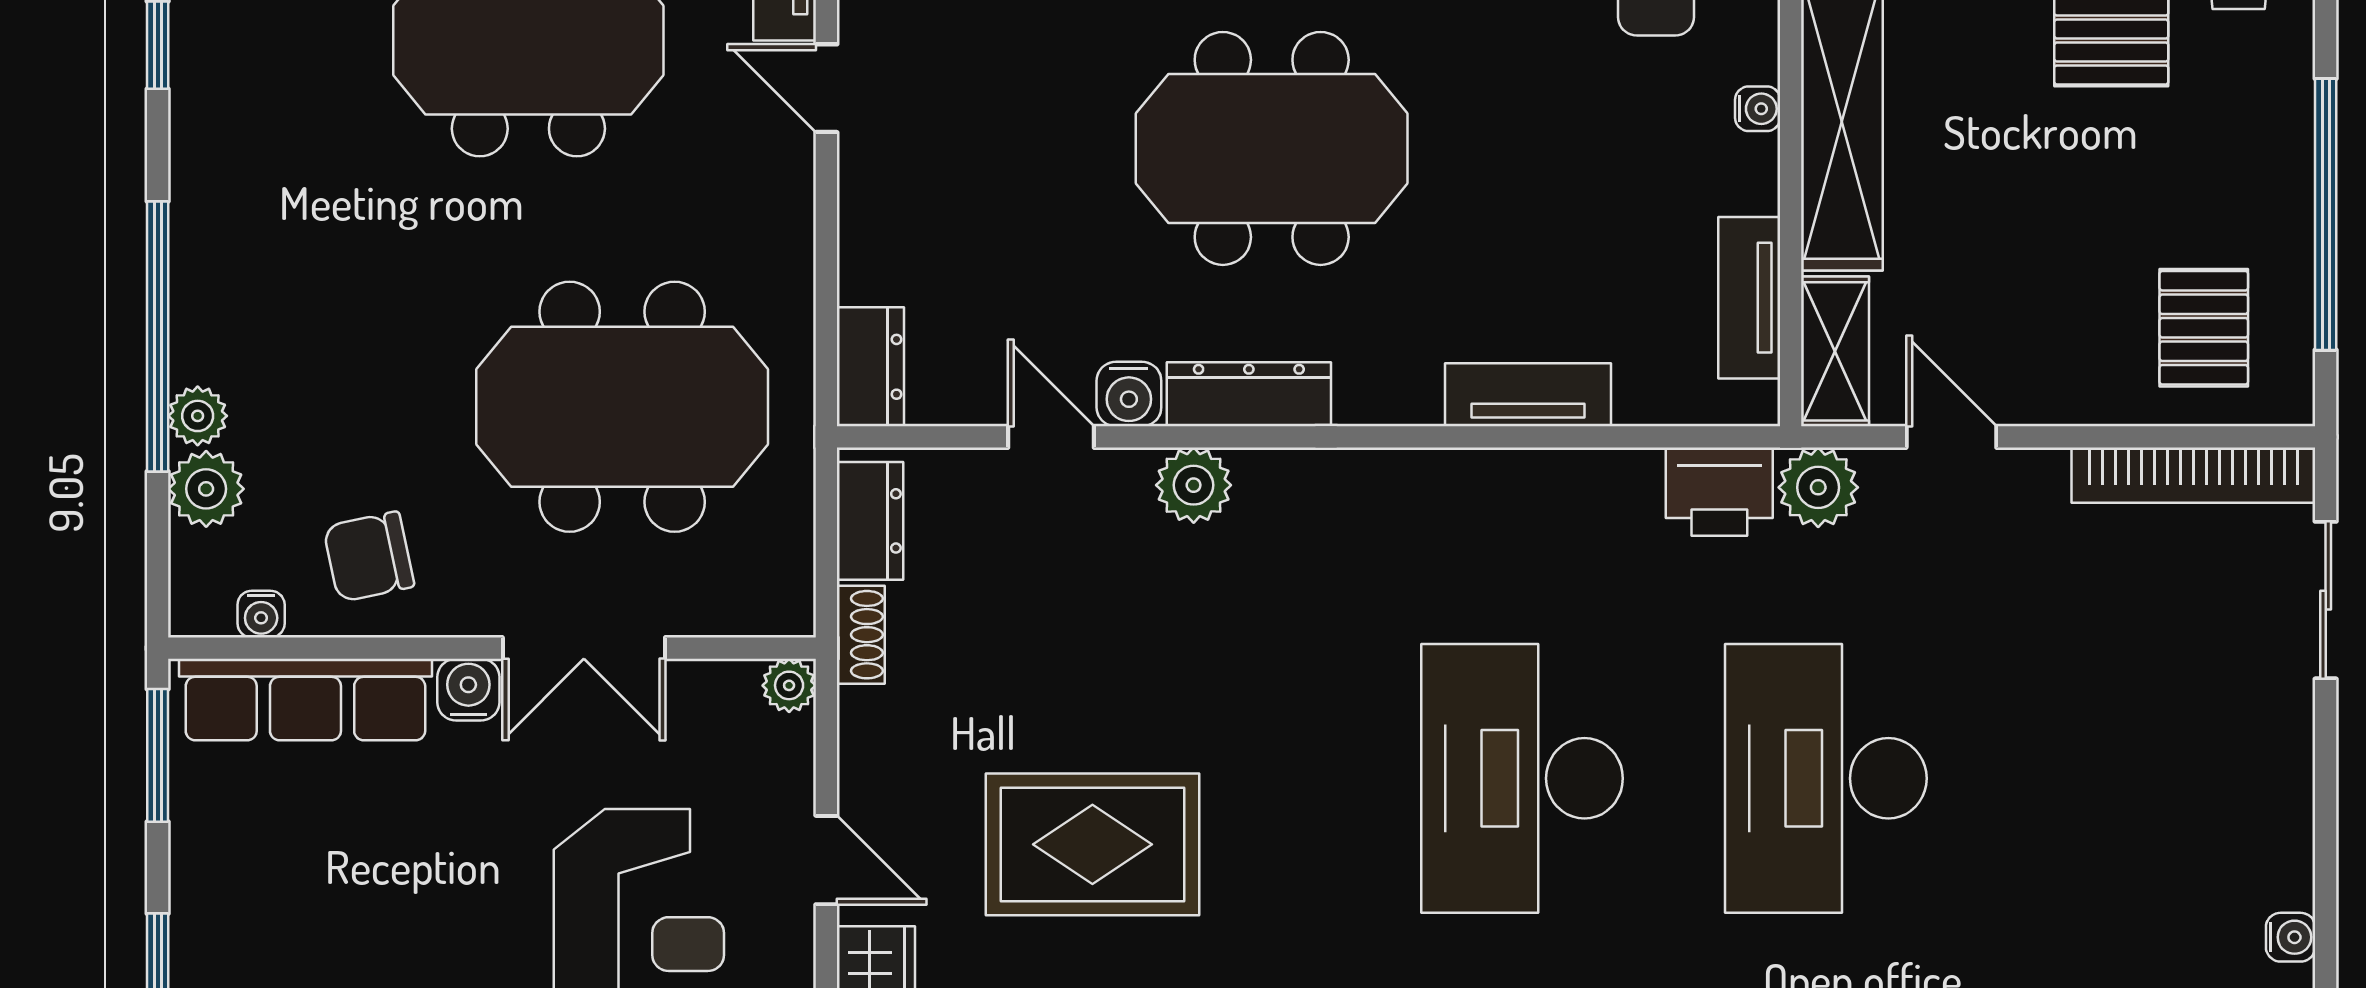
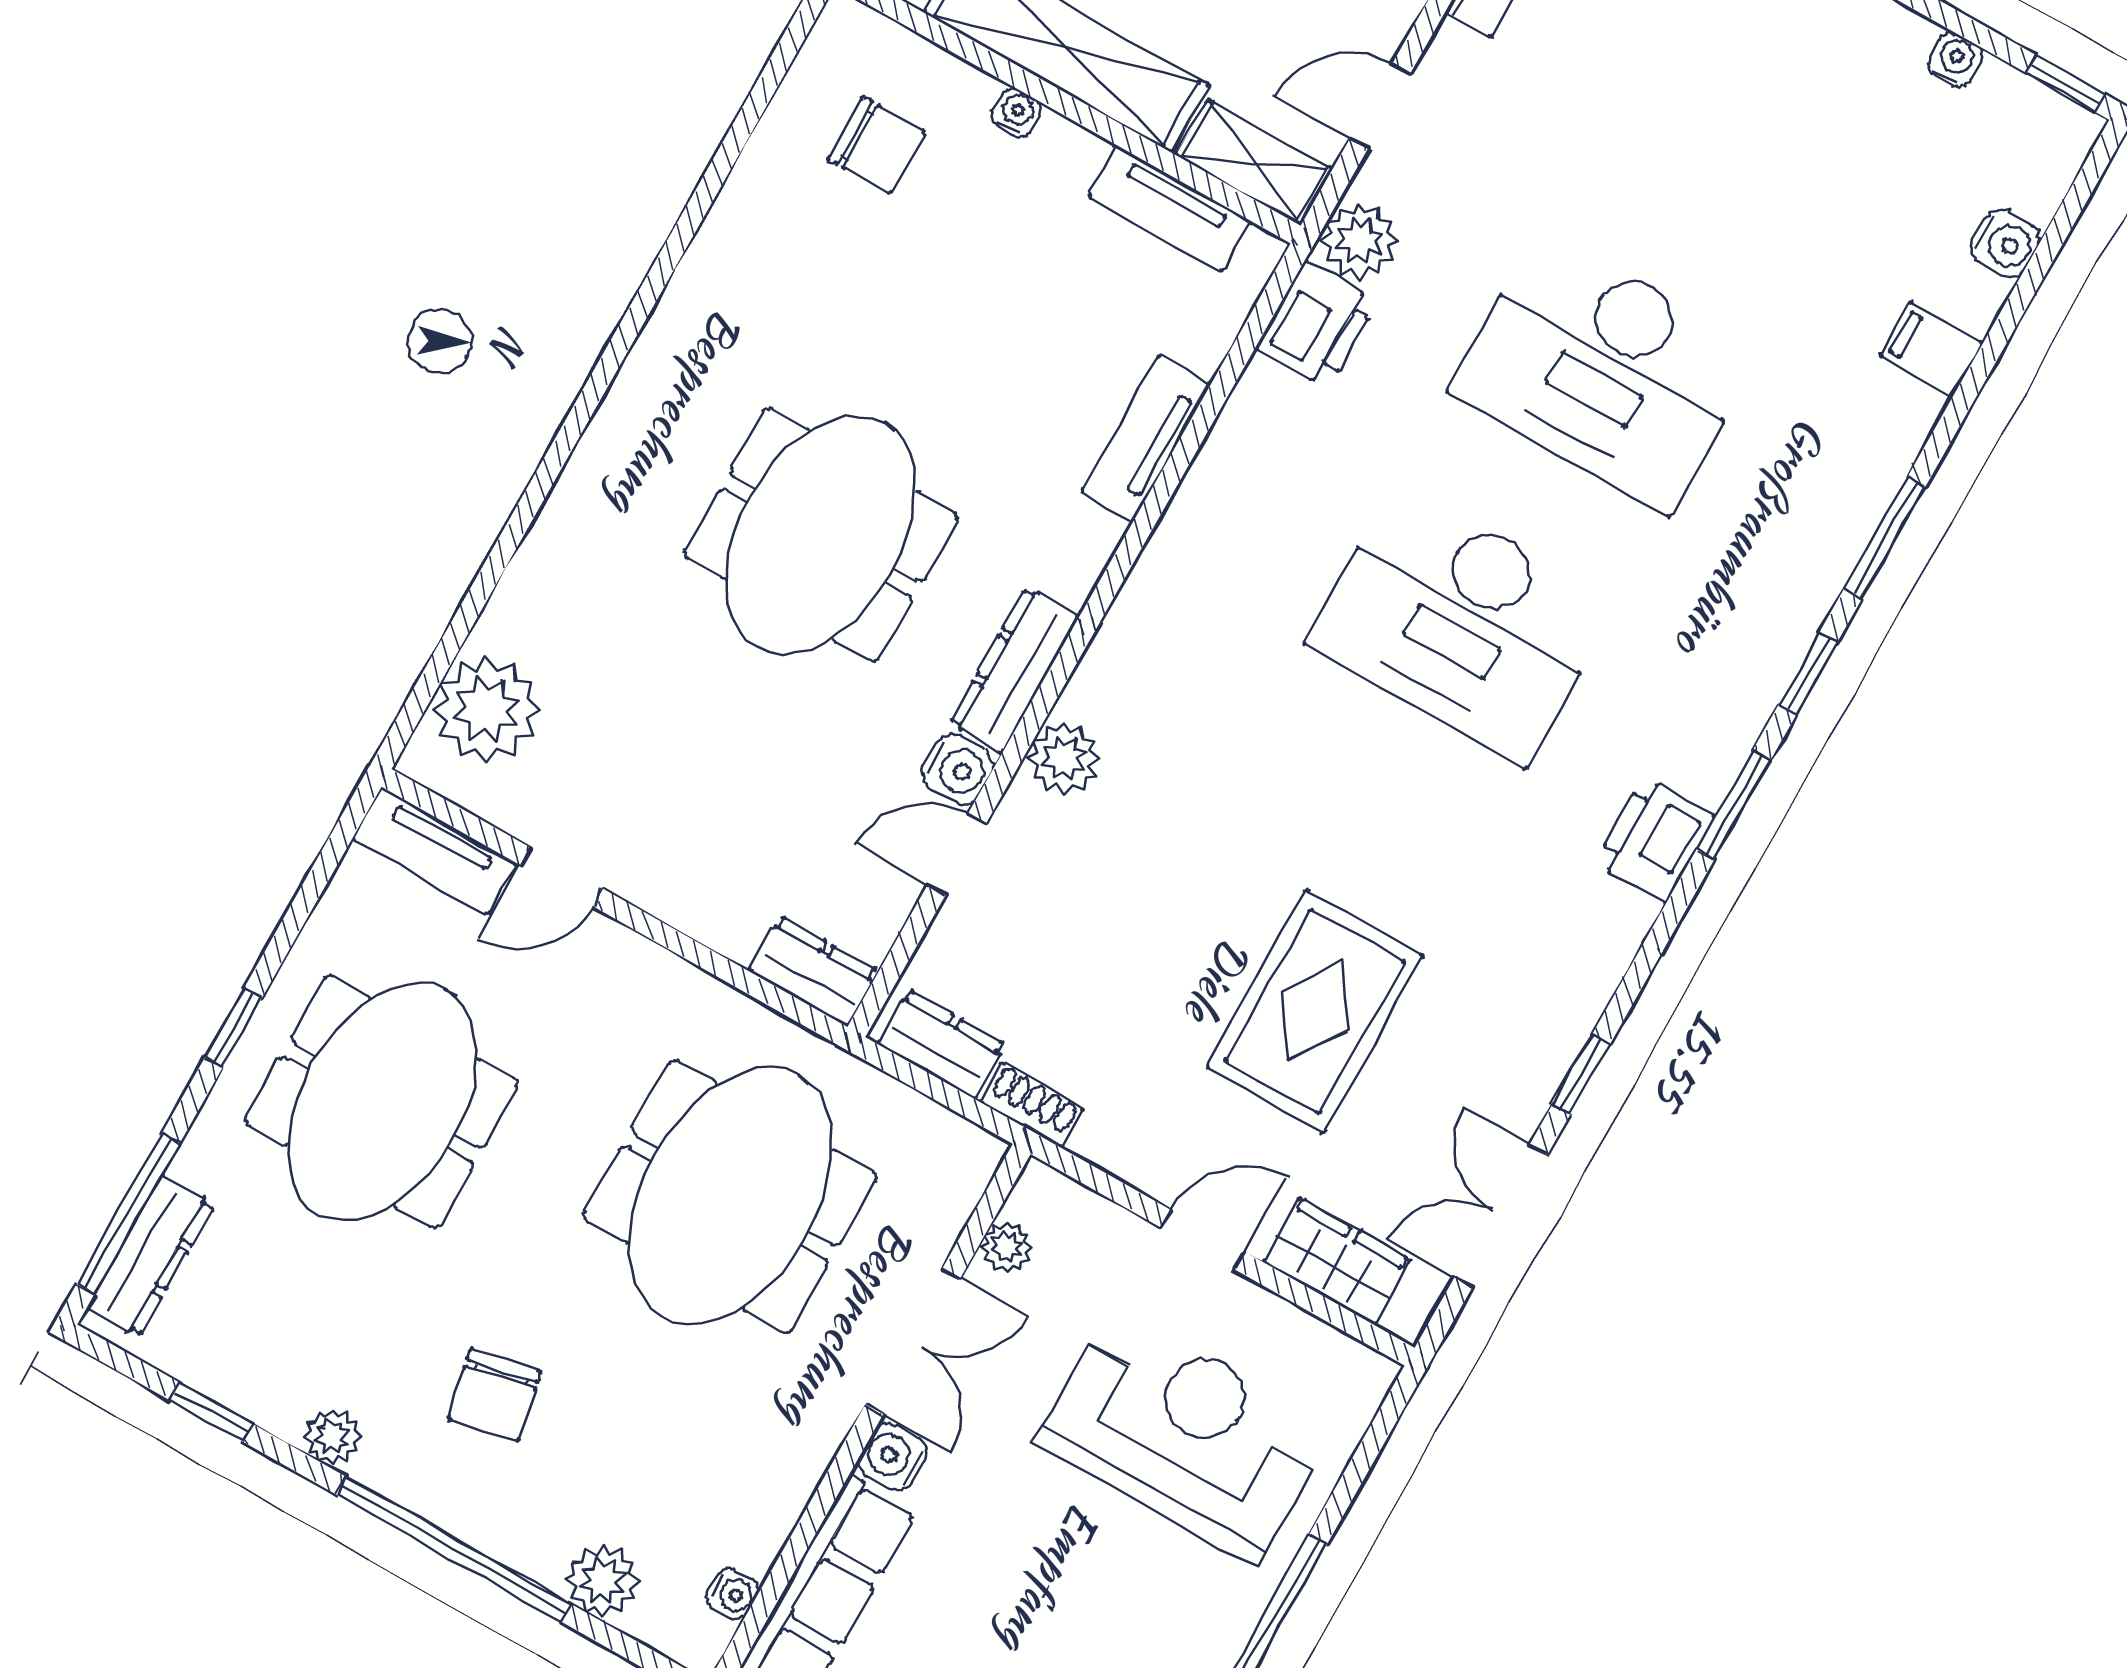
plant: (198, 416) -> (332, 1437), moved
chair: (369, 557) -> (495, 1395), moved
plant: (789, 685) -> (1007, 1247), moved

